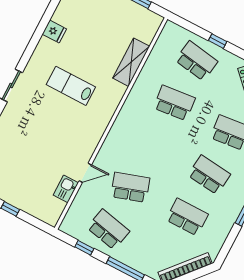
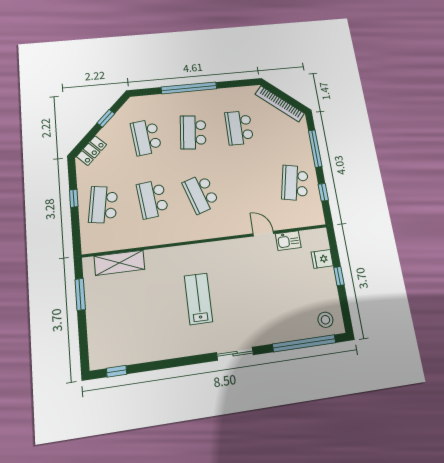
fridge: (54, 32) -> (322, 259), moved, turned -90
shelving: (131, 62) -> (119, 263), moved
lab bench: (71, 86) -> (198, 299), turned 180
school desk: (130, 187) -> (201, 194), moved

